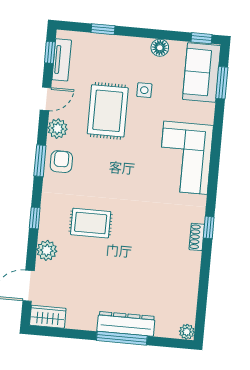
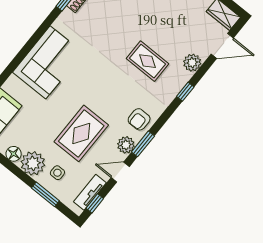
window: (103, 29) -> (45, 194), width x1.50
plant: (135, 51) -> (33, 163), added
side table: (144, 90) -> (57, 173), moved
window: (40, 161) -> (143, 144), moved

